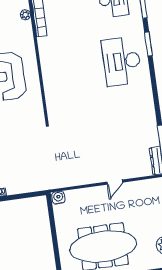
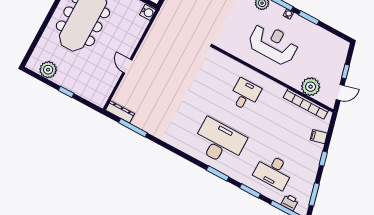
plant: (25, 15) -> (311, 87), width x1.87, depth x1.87
desk: (68, 69) -> (245, 95), added

